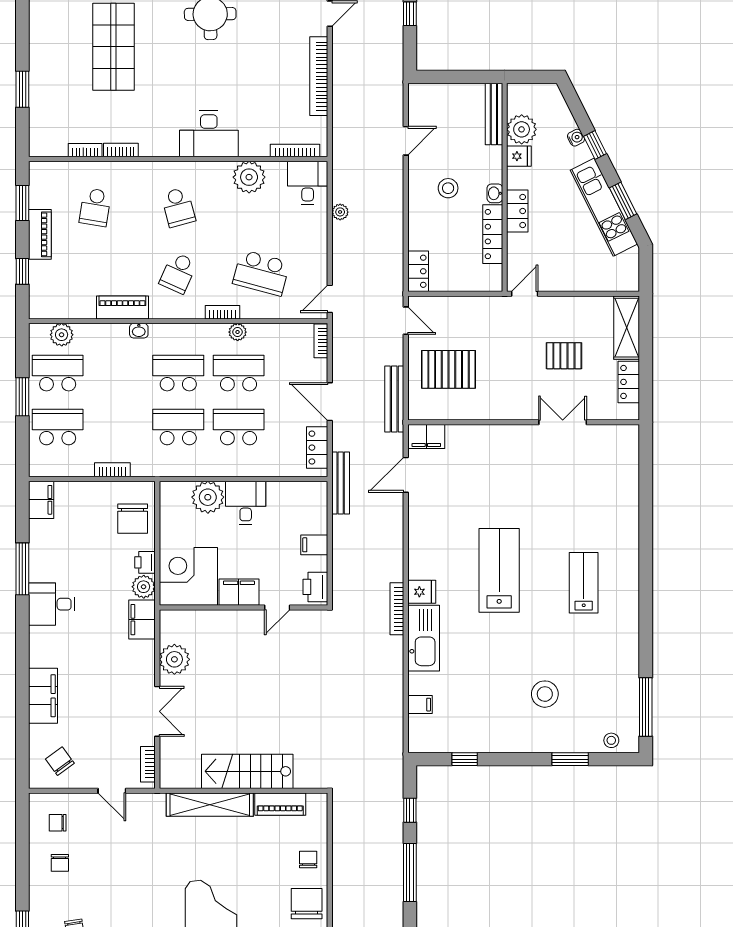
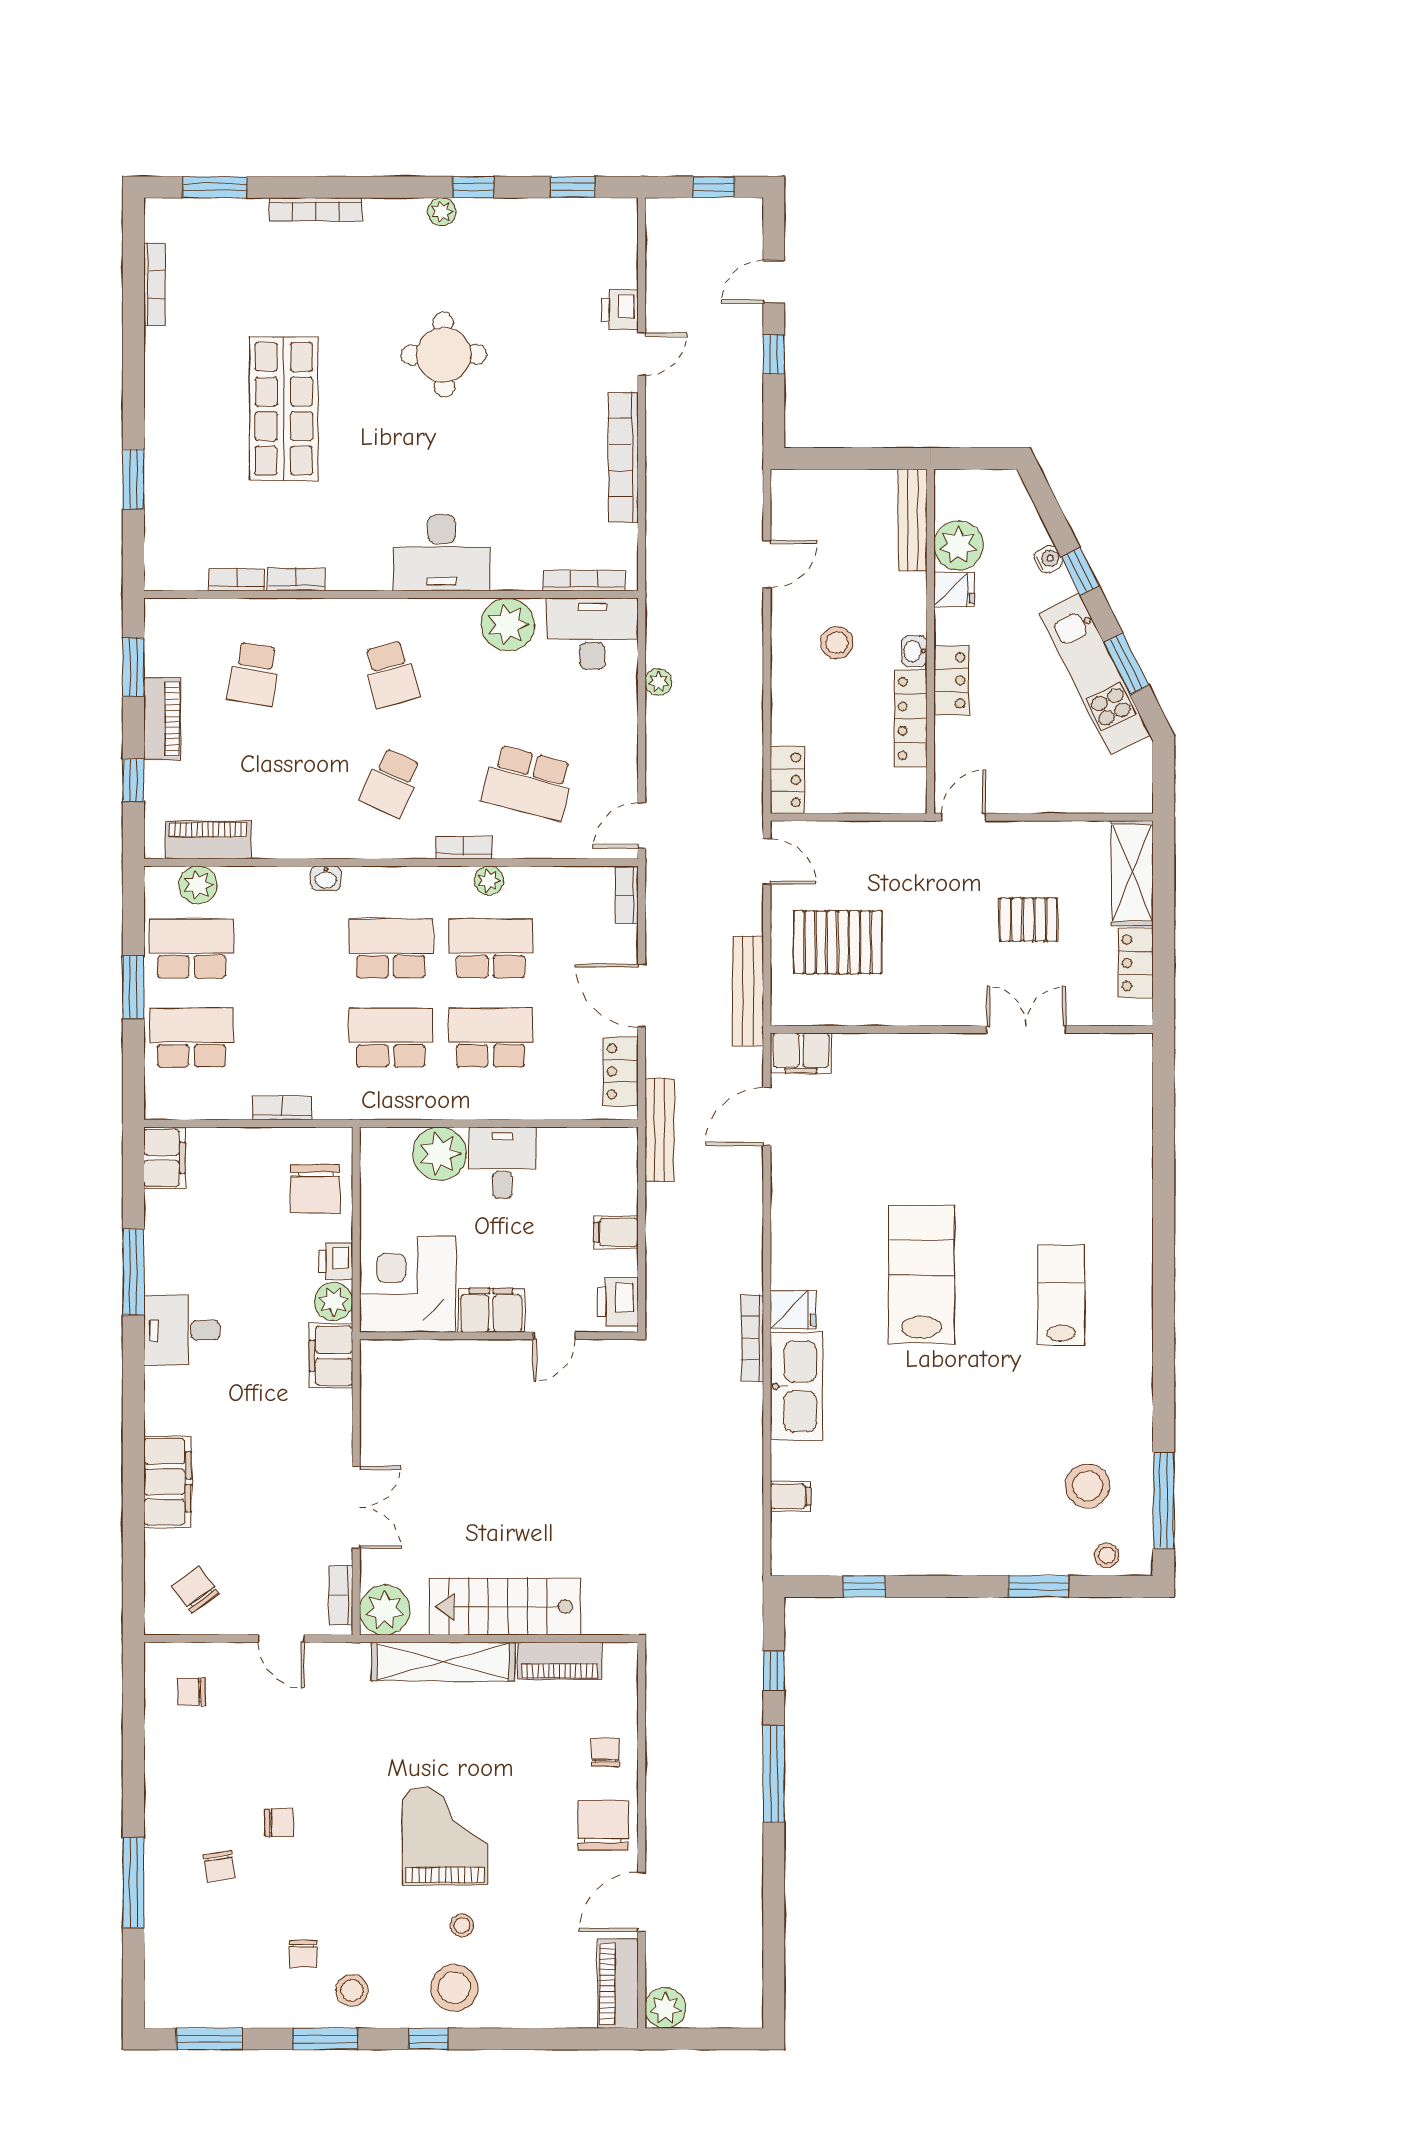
desk: (308, 183) -> (592, 634), width x1.37
piano: (122, 307) -> (208, 840), moved
plant: (174, 659) -> (385, 1610), moved
stool: (545, 694) -> (1088, 1486), moved
chair: (60, 863) -> (279, 1823), moved, turned -90

